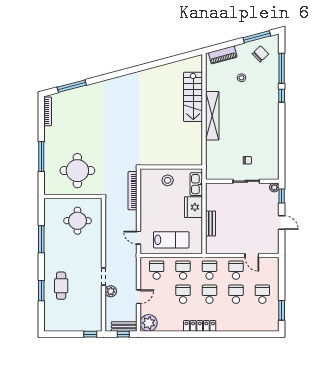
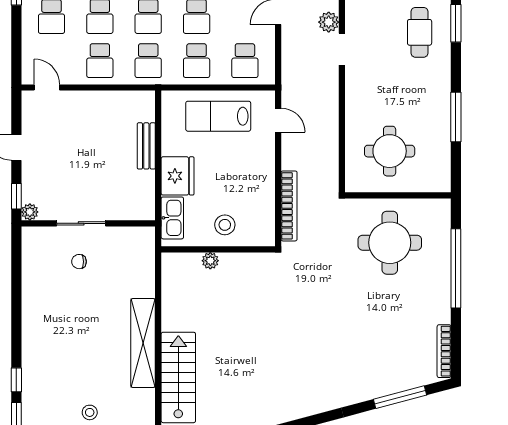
window: (41, 157) -> (456, 268), width x1.46
plant: (176, 161) -> (210, 261), added
door: (252, 255) -> (47, 87), moved

